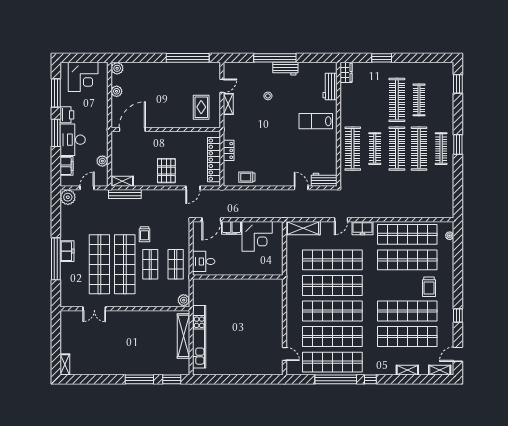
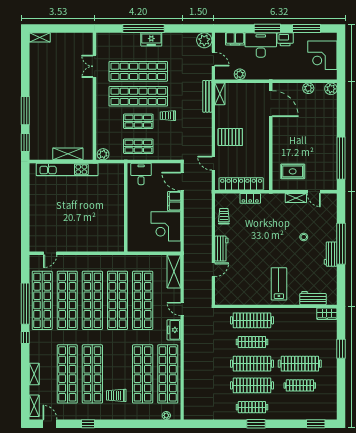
workbench: (324, 180) -> (221, 249), moved
shelving: (183, 336) -> (68, 154), width x0.68

